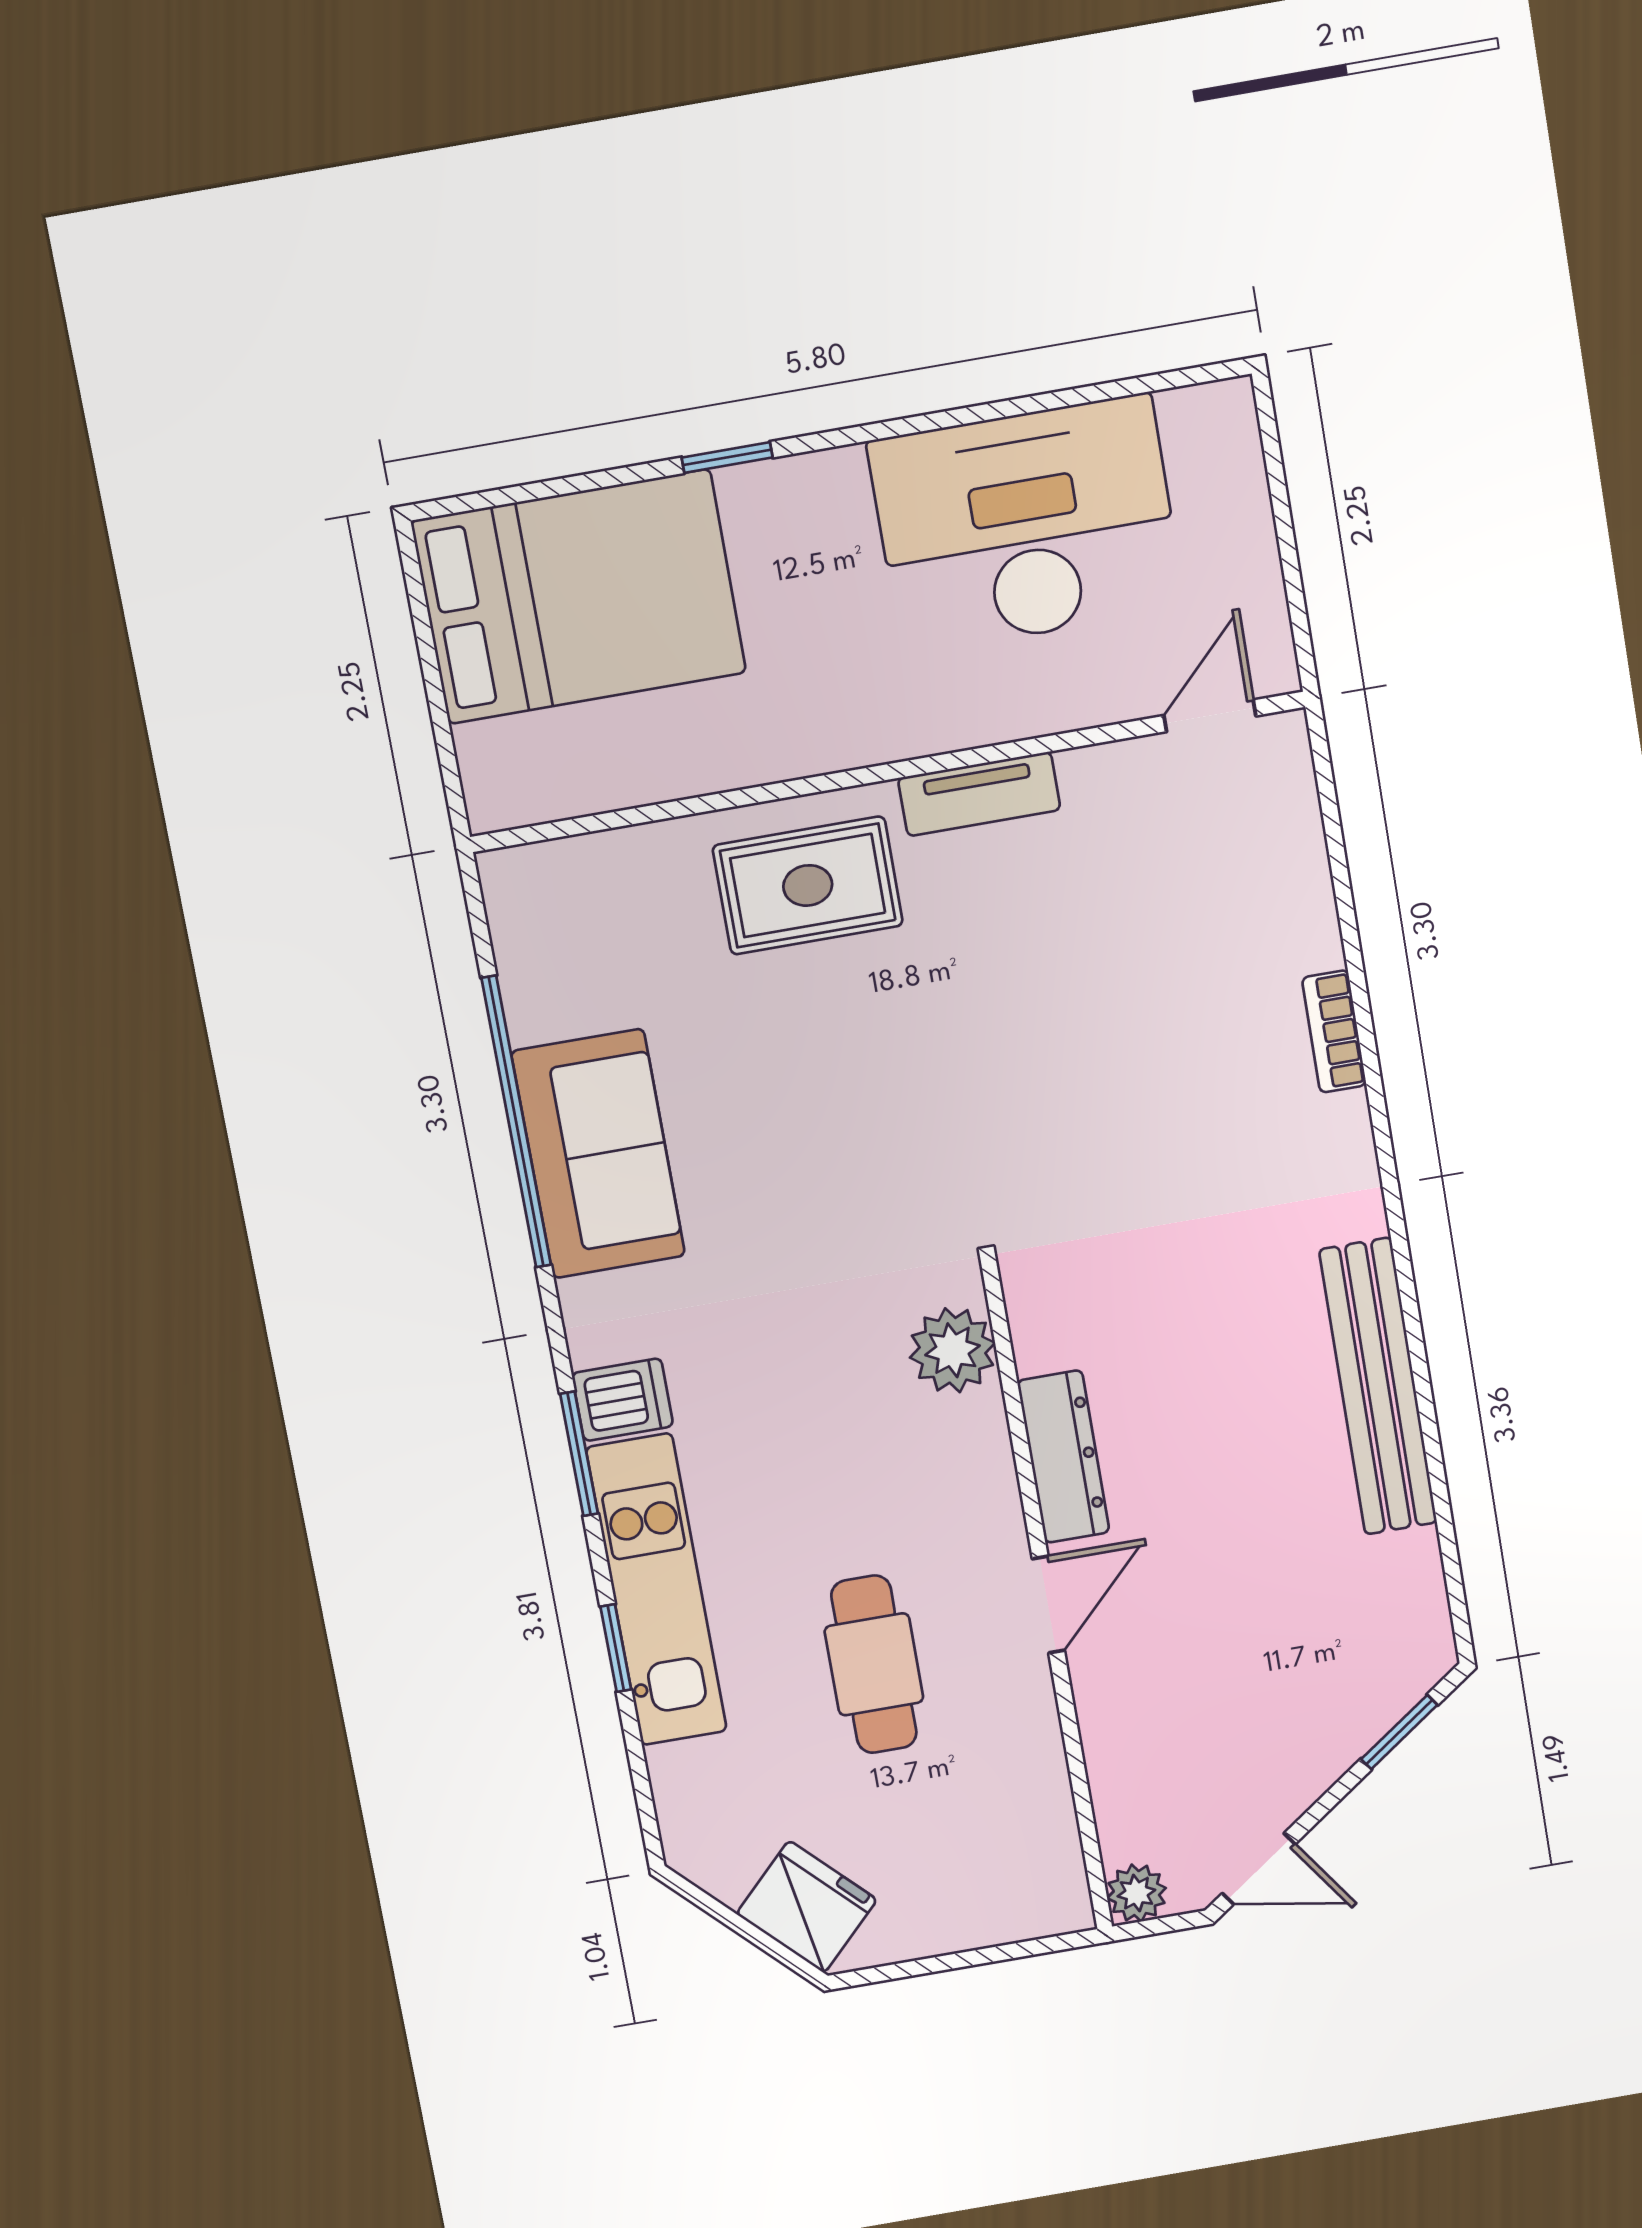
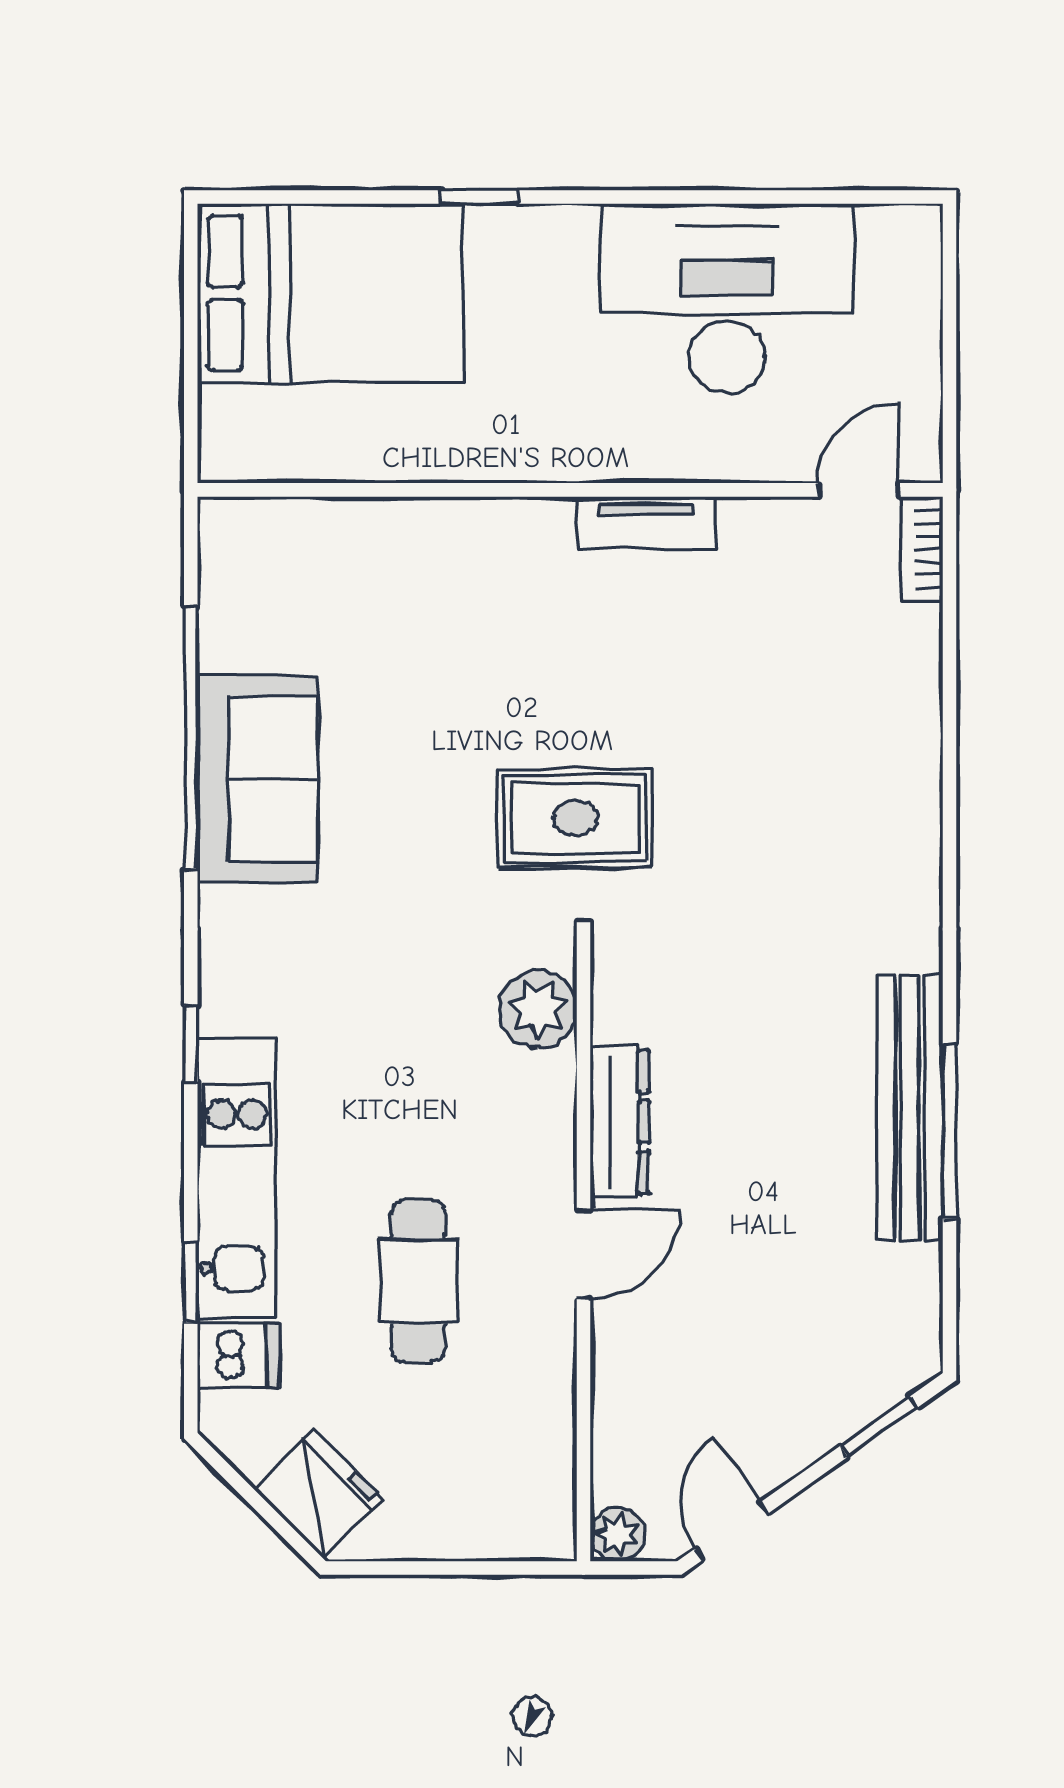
rug: (808, 885) -> (575, 818), moved
bookcase: (1334, 1031) -> (922, 549), moved
dishwasher: (623, 1400) -> (238, 1355), moved
window: (1425, 1403) -> (950, 1131), added
window: (579, 1454) -> (191, 1044), width x0.67
window: (616, 1648) -> (191, 1282), moved
door: (1259, 1869) -> (731, 1531), swing flipped

